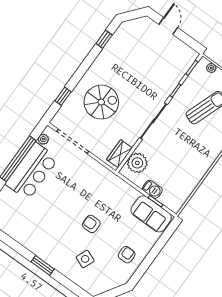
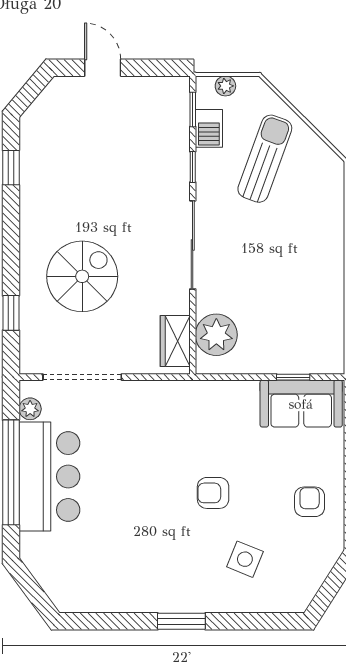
barbecue: (152, 189) -> (209, 128), moved, turned 90

